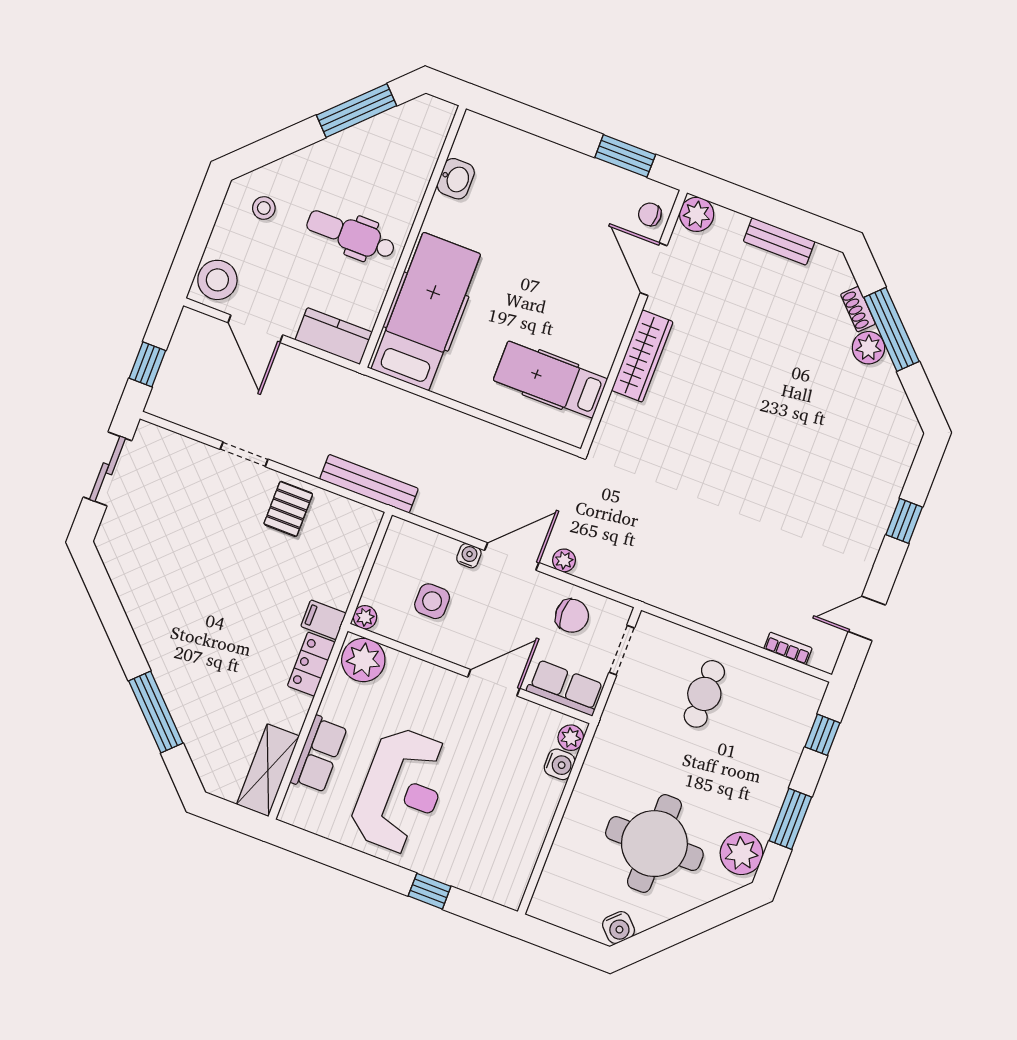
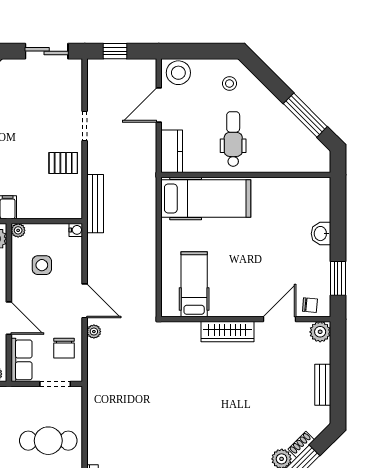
washbasin: (456, 179) -> (321, 234), moved, turned 90
chair: (650, 214) -> (310, 305), turned 95
water cooler: (469, 556) -> (76, 230), moved
cafe table: (704, 694) -> (48, 441), width x1.37, depth x1.35

